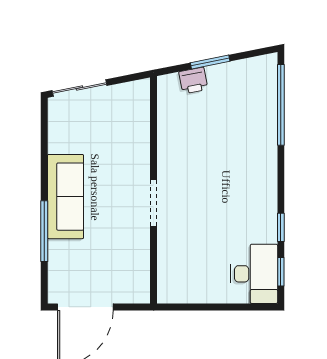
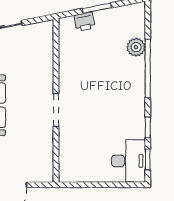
window: (281, 105) -> (148, 68), moved
plant: (265, 116) -> (136, 47), added

